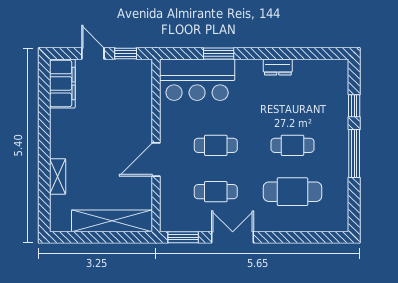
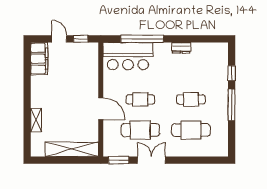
window: (219, 53) -> (142, 39), width x2.11
door: (156, 160) -> (101, 109), swing flipped
cafe table: (216, 192) -> (140, 130), width x1.37, depth x1.35

